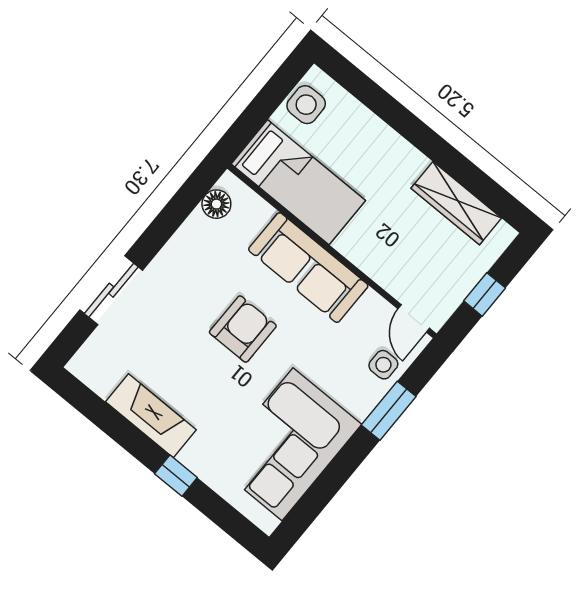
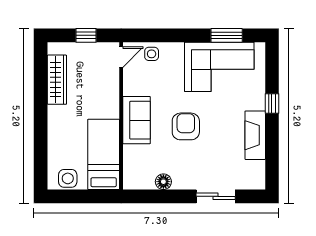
floor lamp: (216, 204) -> (163, 182), moved
sofa: (308, 268) -> (137, 120), width x0.73
armchair: (243, 329) -> (186, 126), turned 90
window: (389, 411) -> (227, 35), moved

